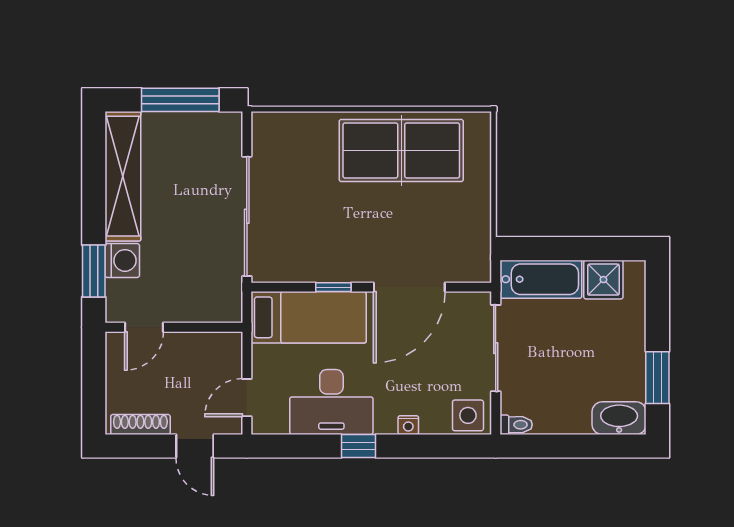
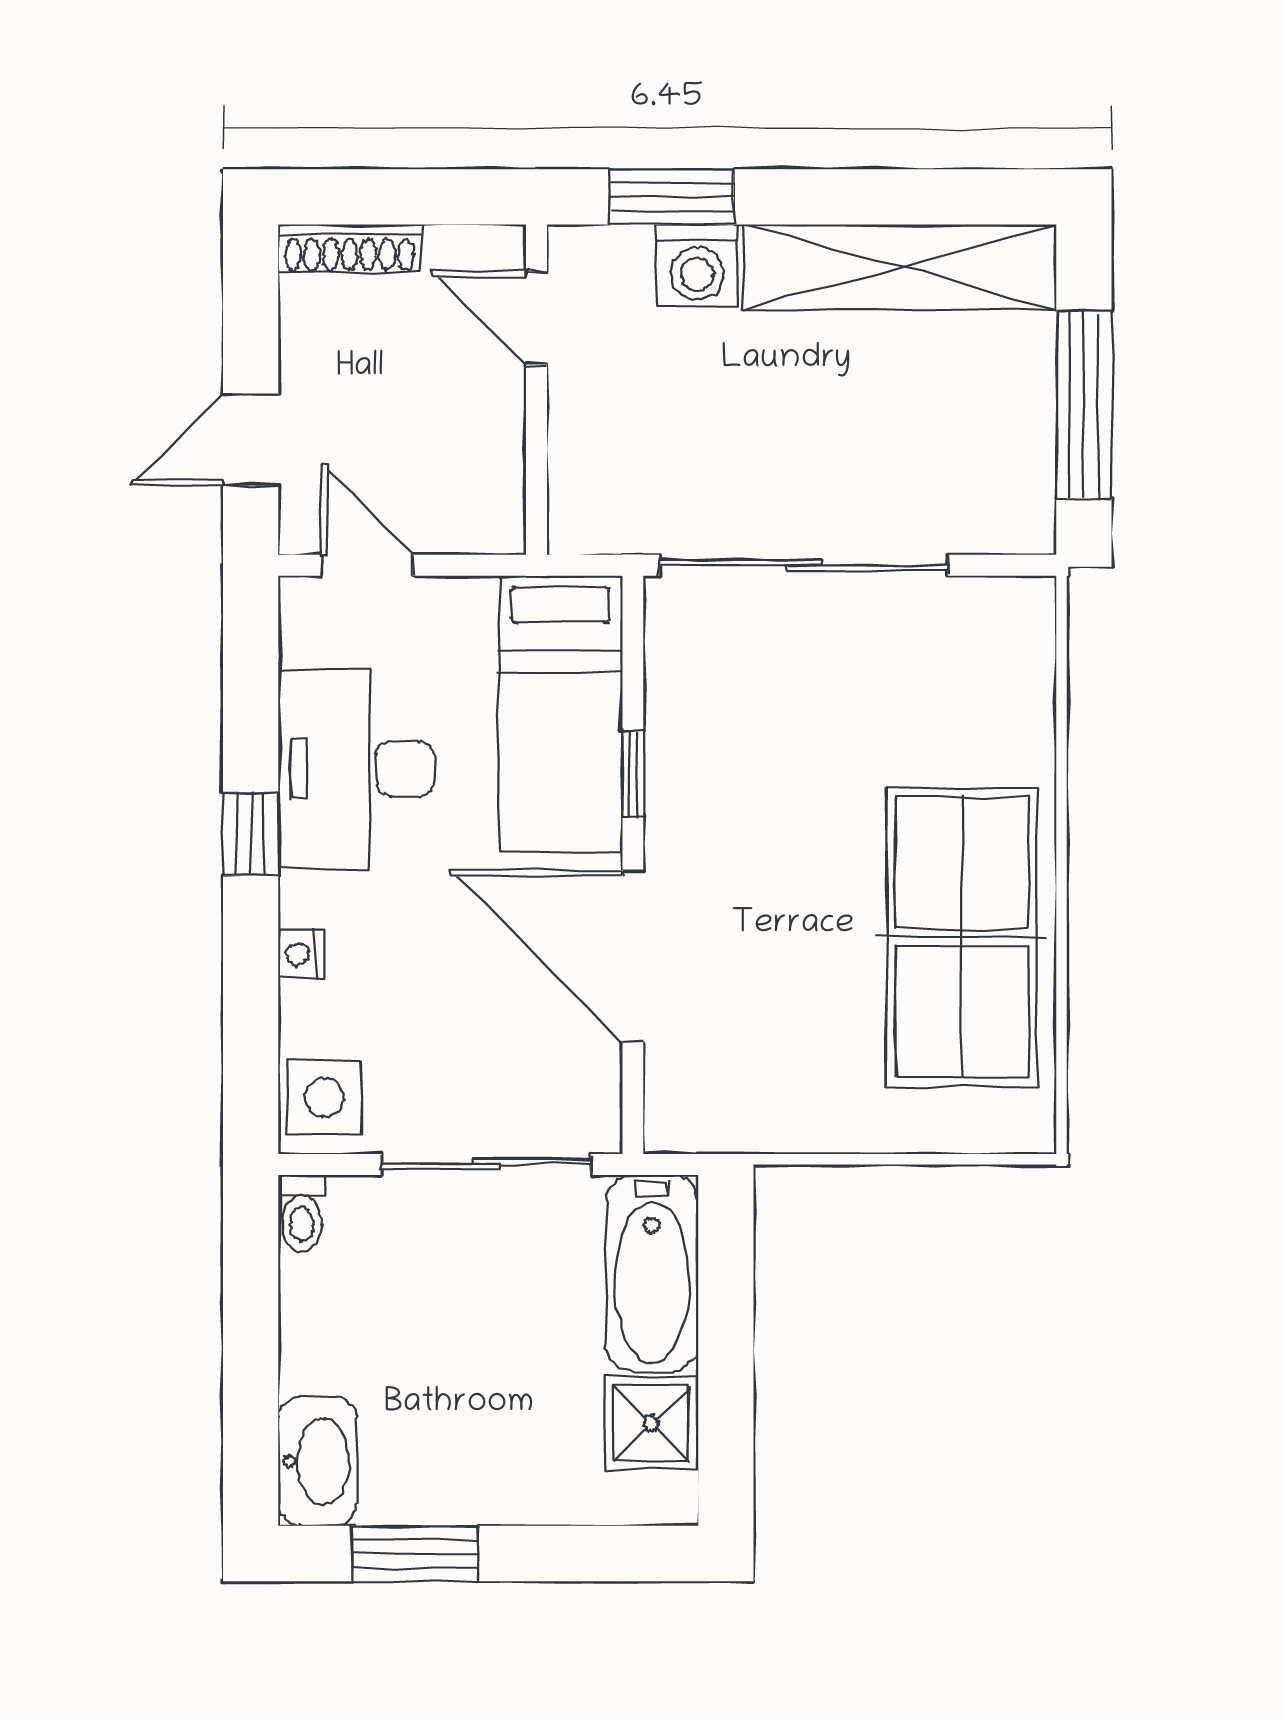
shoe rack: (140, 424) -> (350, 249), moved, turned 90

